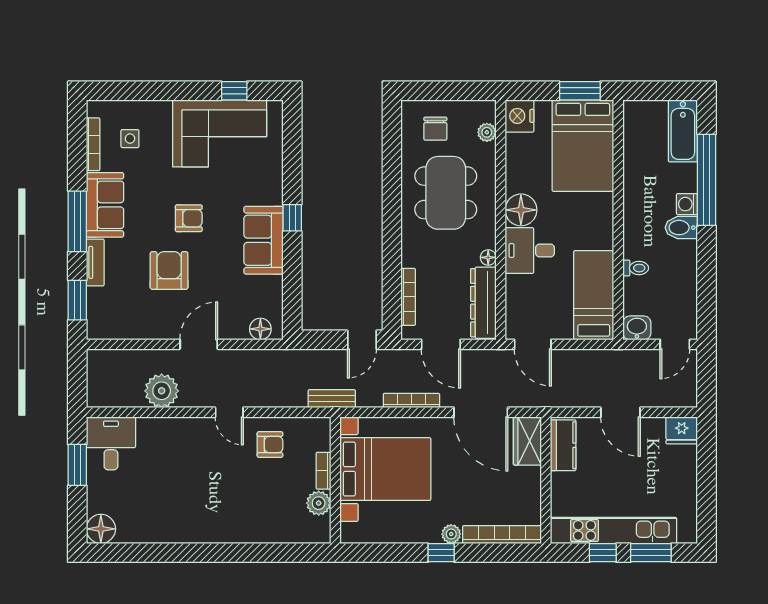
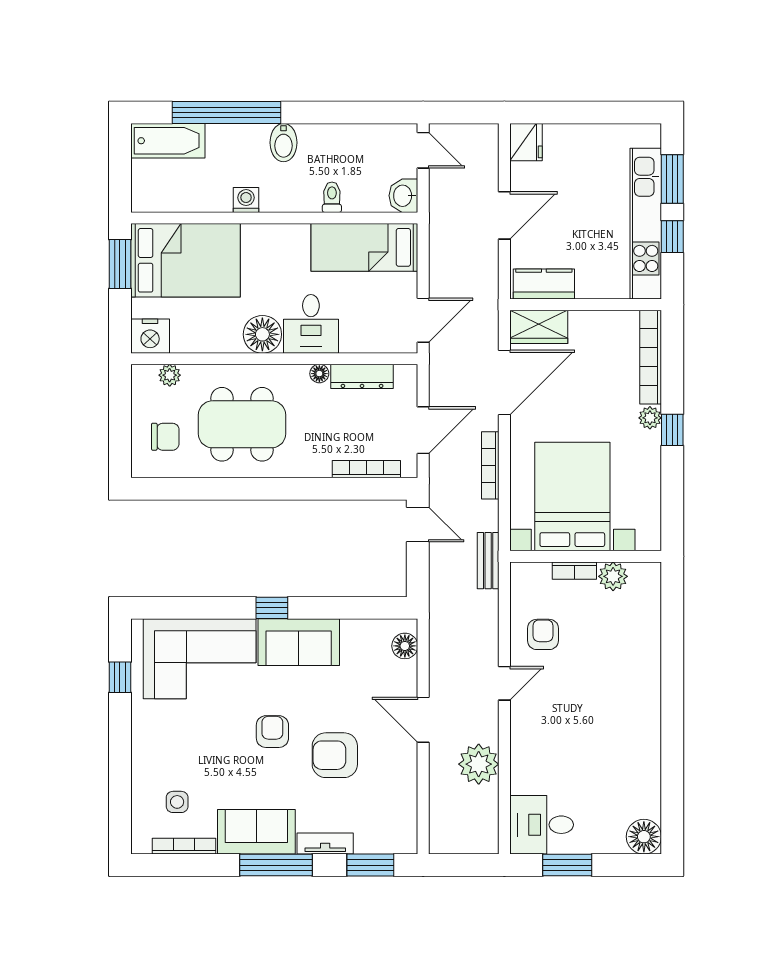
corner sofa: (220, 133) -> (200, 659), moved, turned 90
washing machine: (687, 204) -> (246, 200), moved, turned 180
dresser: (483, 303) -> (362, 376), width x0.73, depth x0.80

